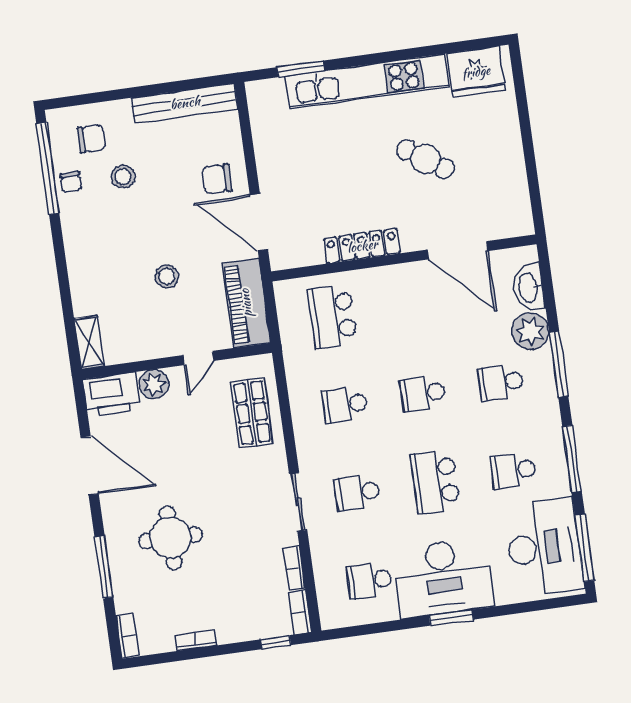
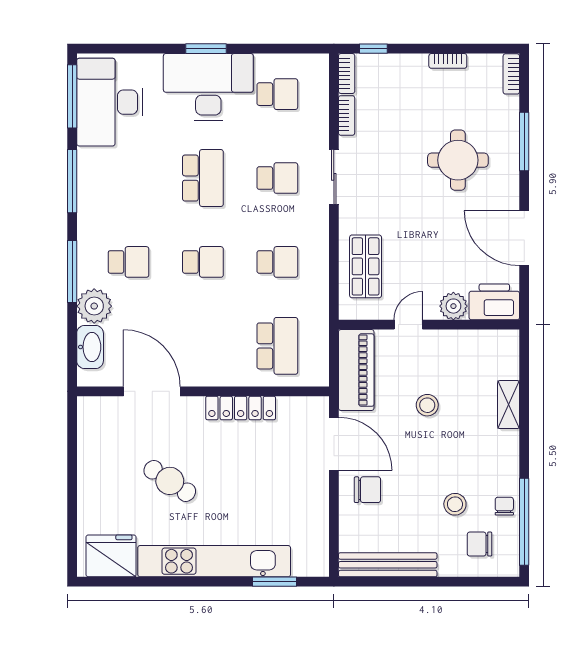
shelving: (89, 342) -> (509, 405), moved
school desk: (513, 470) -> (129, 178), removed

